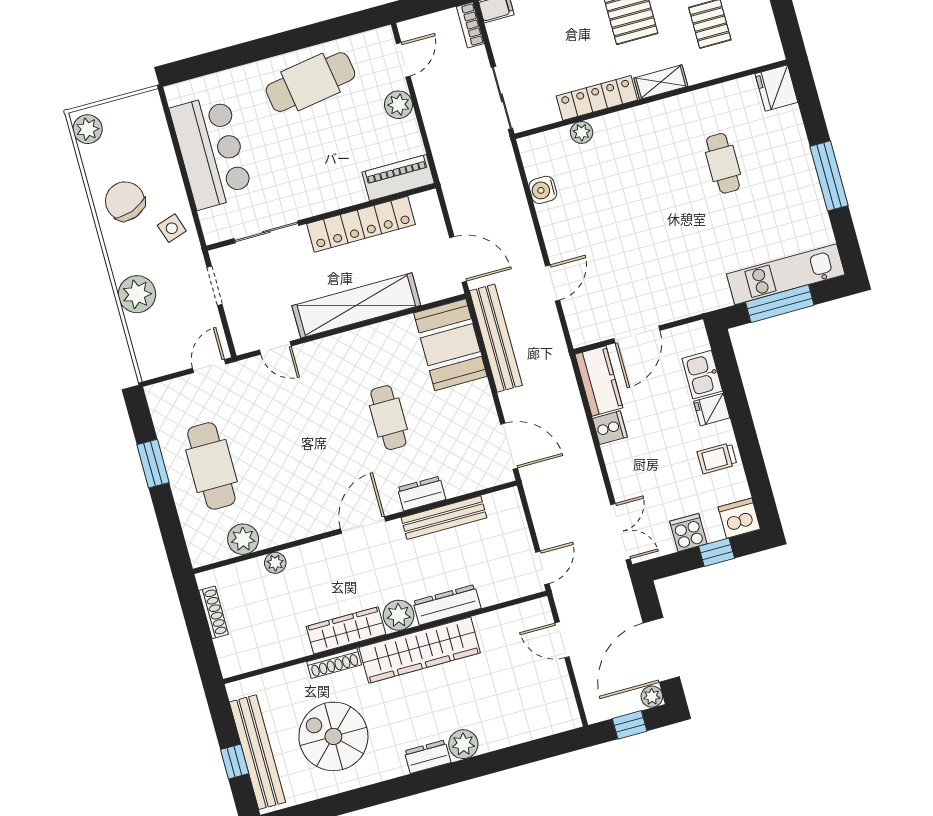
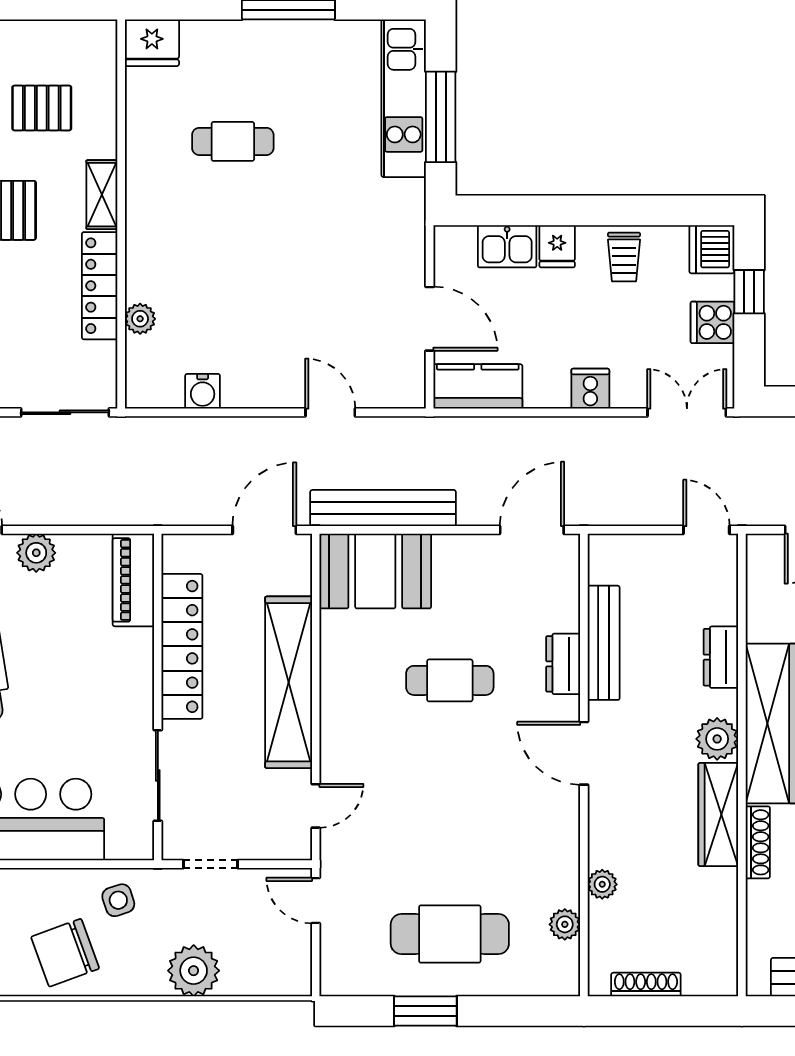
cooker: (610, 428) -> (590, 389), moved
plant: (243, 539) -> (565, 924), width x0.73, depth x0.73
dresser: (447, 605) -> (721, 657), width x0.70

